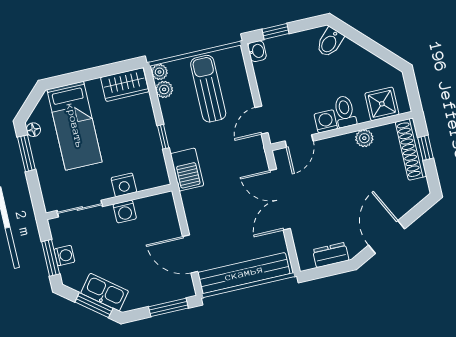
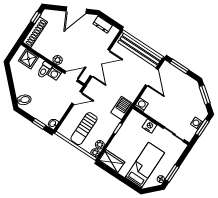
plant: (364, 138) -> (58, 60), moved
window: (425, 148) -> (36, 18), moved
washing machine: (125, 211) -> (141, 105), moved
kitchen sink: (105, 292) -> (196, 95), removed

